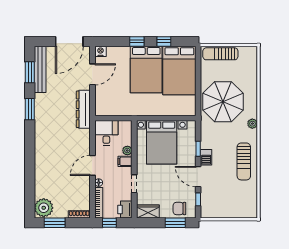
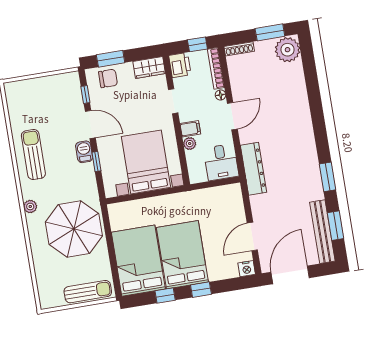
dresser: (83, 109) -> (253, 169), moved

